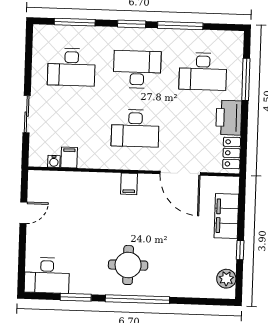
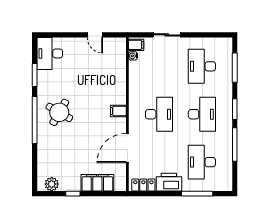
desk: (135, 128) -> (159, 114), turned 180
filing cabinet: (69, 157) -> (136, 45), moved
round table: (128, 265) -> (59, 112), turned 30

